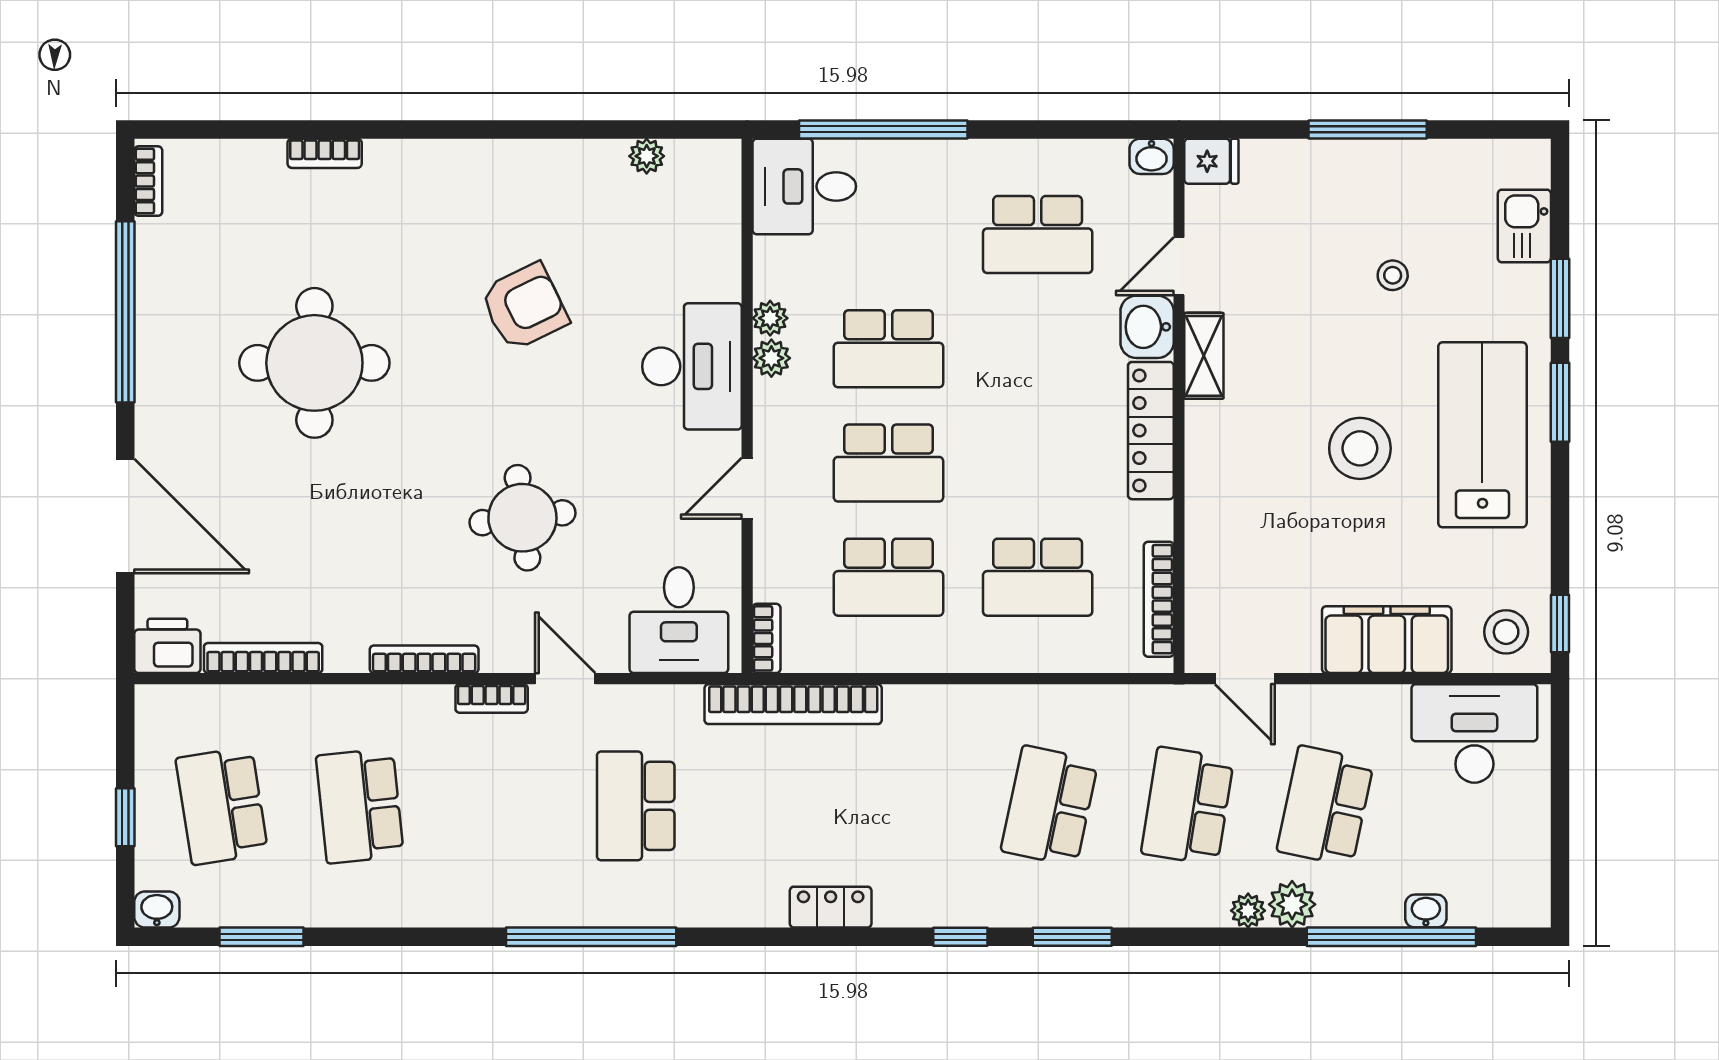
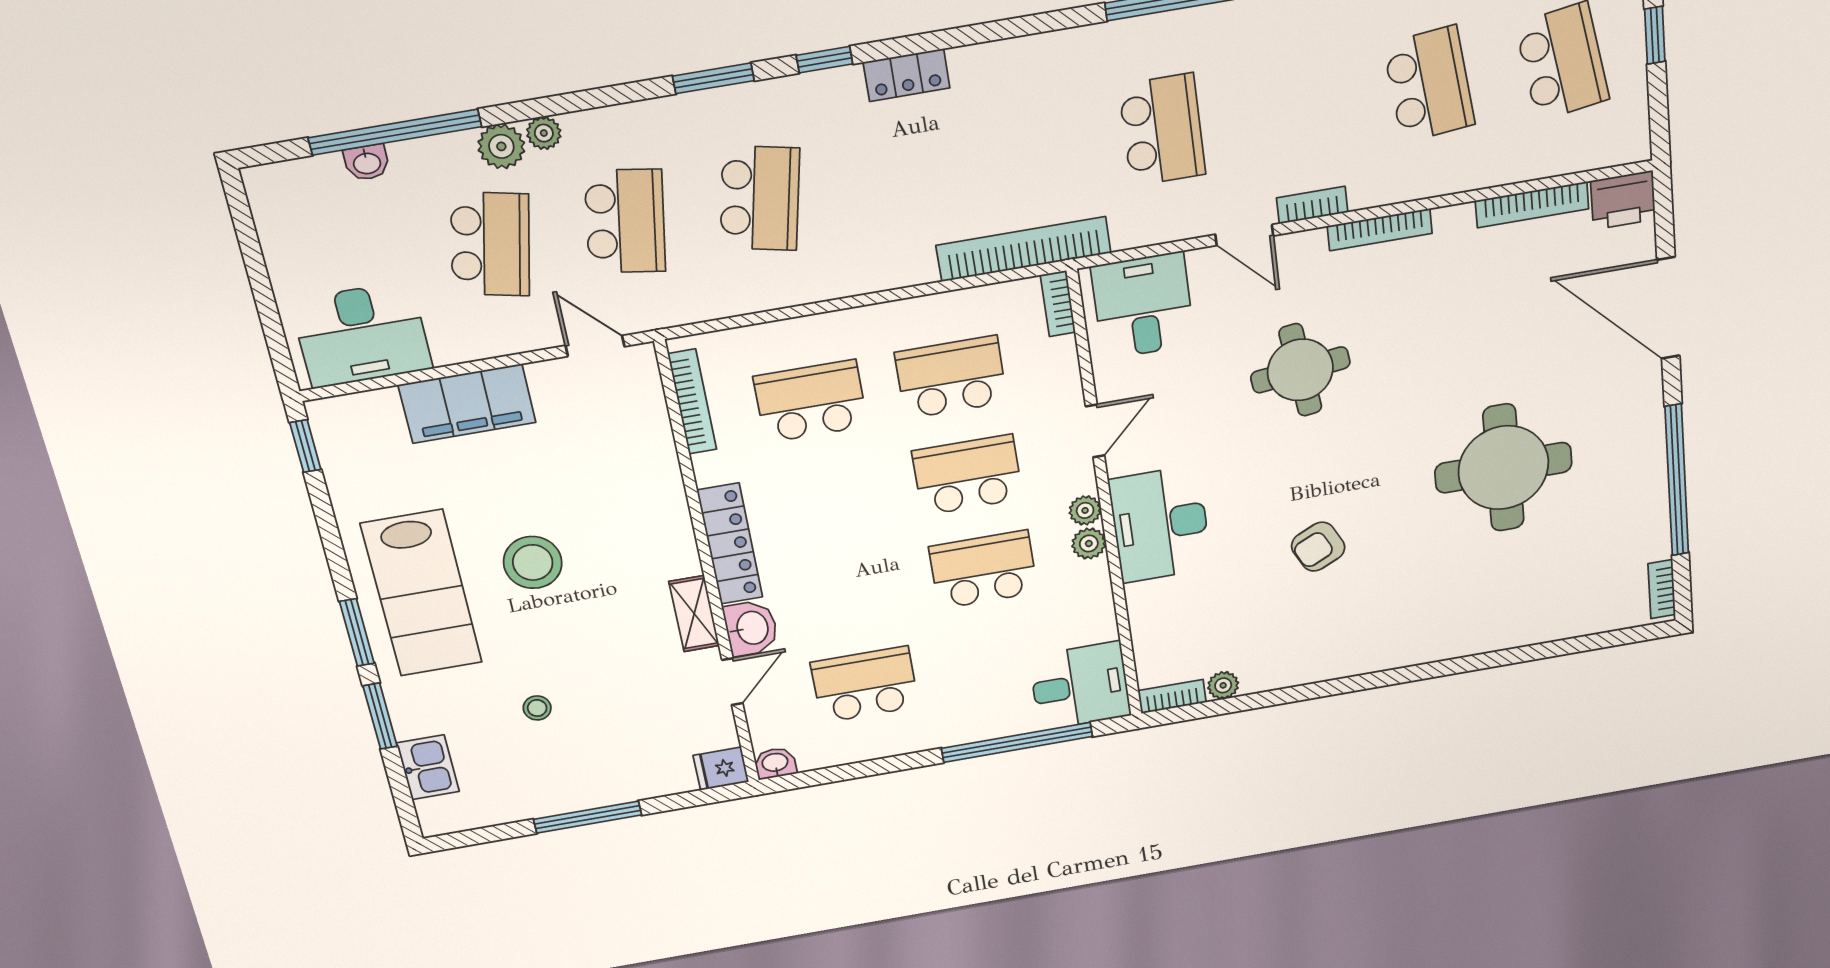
bookcase: (325, 153) -> (1172, 696), moved
armchair: (524, 307) -> (1318, 547), width x0.72, depth x0.72
plant: (770, 318) -> (1085, 510), moved
stool: (1506, 632) -> (355, 430), removed
locker: (831, 907) -> (907, 75), moved

